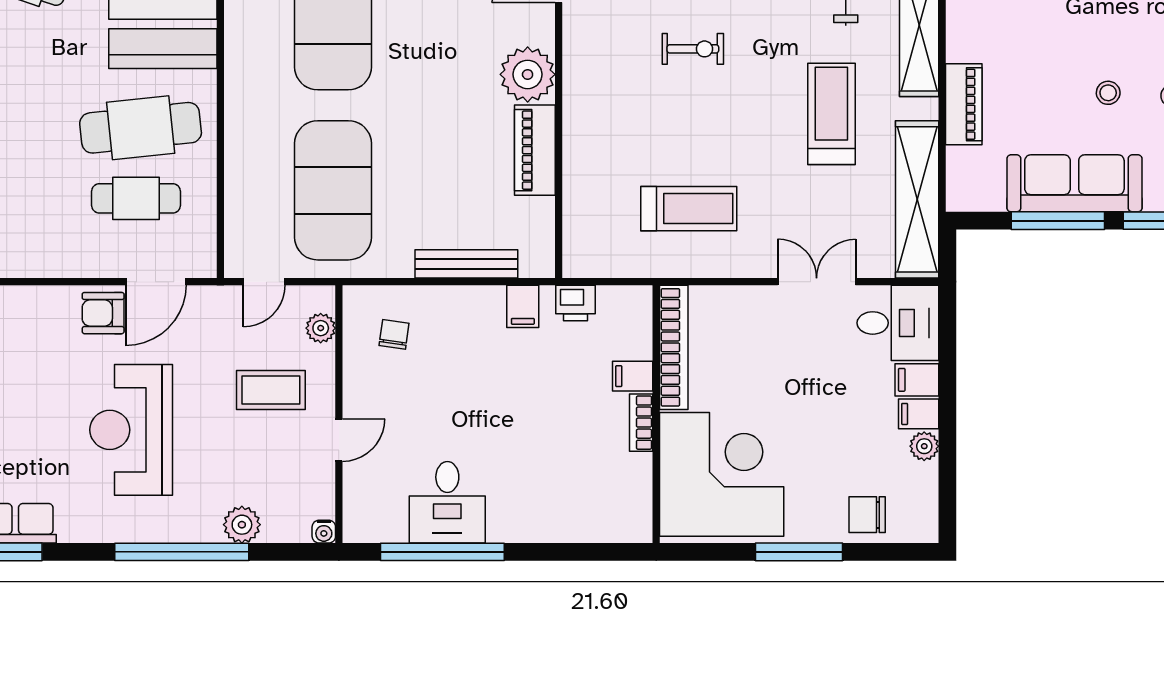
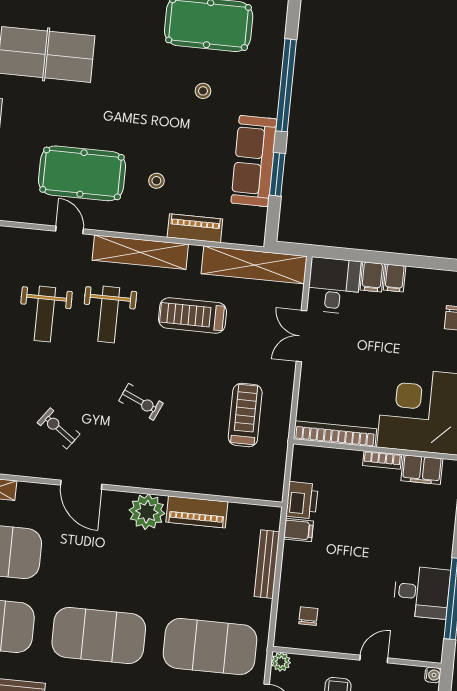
exercise bike: (693, 49) -> (141, 402), turned 114
stool: (1108, 93) -> (156, 181), moved
window: (1058, 221) -> (277, 174), width x0.69
printer: (576, 303) -> (302, 500), width x1.36, depth x1.24
plant: (321, 328) -> (281, 662), moved
chair: (394, 334) -> (308, 616), turned 82
filing cabinet: (633, 376) -> (422, 470), moved, width x2.00
door: (339, 440) -> (374, 659), hinge flipped
plant: (924, 446) -> (416, 276), removed

